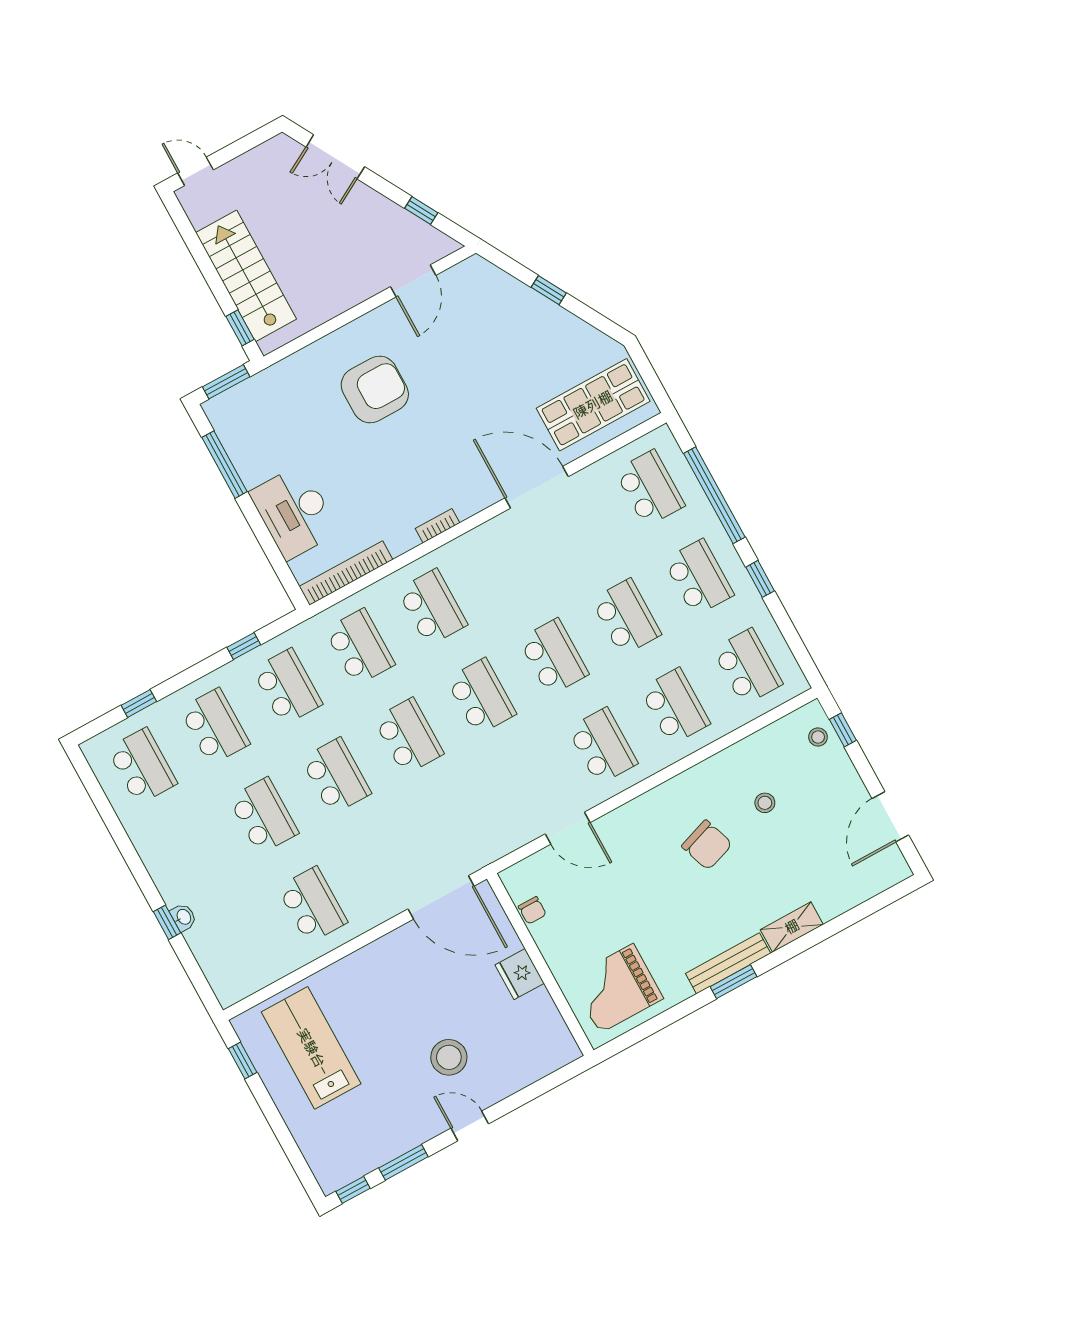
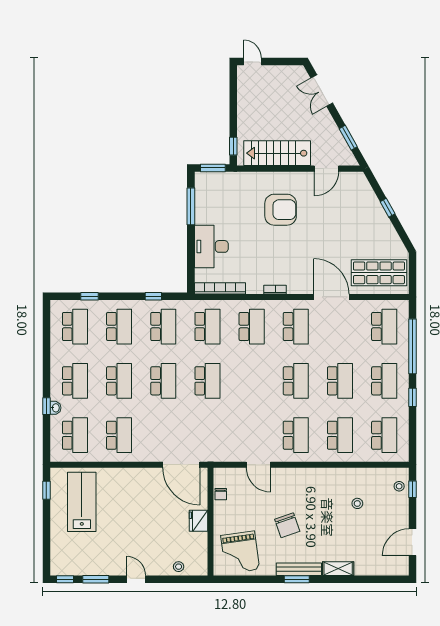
window: (421, 210) -> (348, 138), width x1.50
stairs: (246, 276) -> (277, 153), moved, turned -90
school desk: (481, 697) -> (296, 327), moved
chair: (707, 845) -> (287, 525), moved
school desk: (191, 855) -> (75, 381), added
school desk: (240, 945) -> (75, 435), added
grand piano: (617, 988) -> (240, 552), turned -98
stool: (449, 1057) -> (179, 567), moved, width x0.53, depth x0.53

